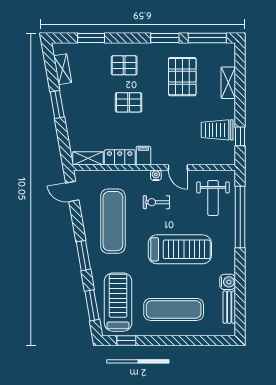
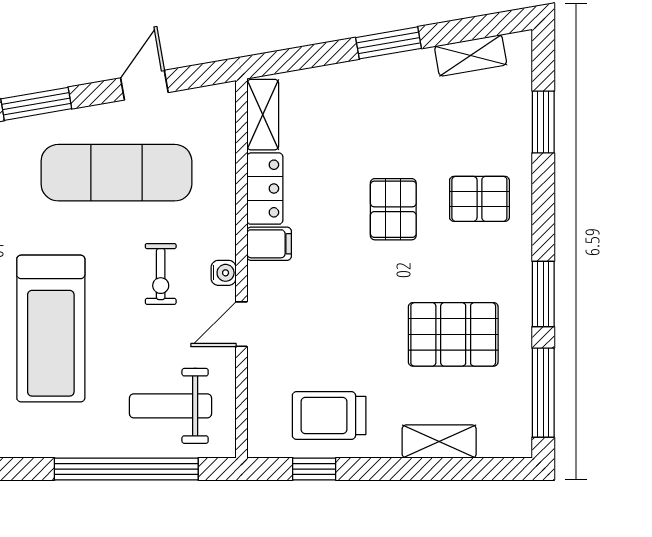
pallet: (124, 65) -> (479, 199), turned 90
trolley: (217, 130) -> (329, 415), turned -90
door: (72, 192) -> (144, 85), moved
exercise bike: (156, 202) -> (161, 274), turned 180

